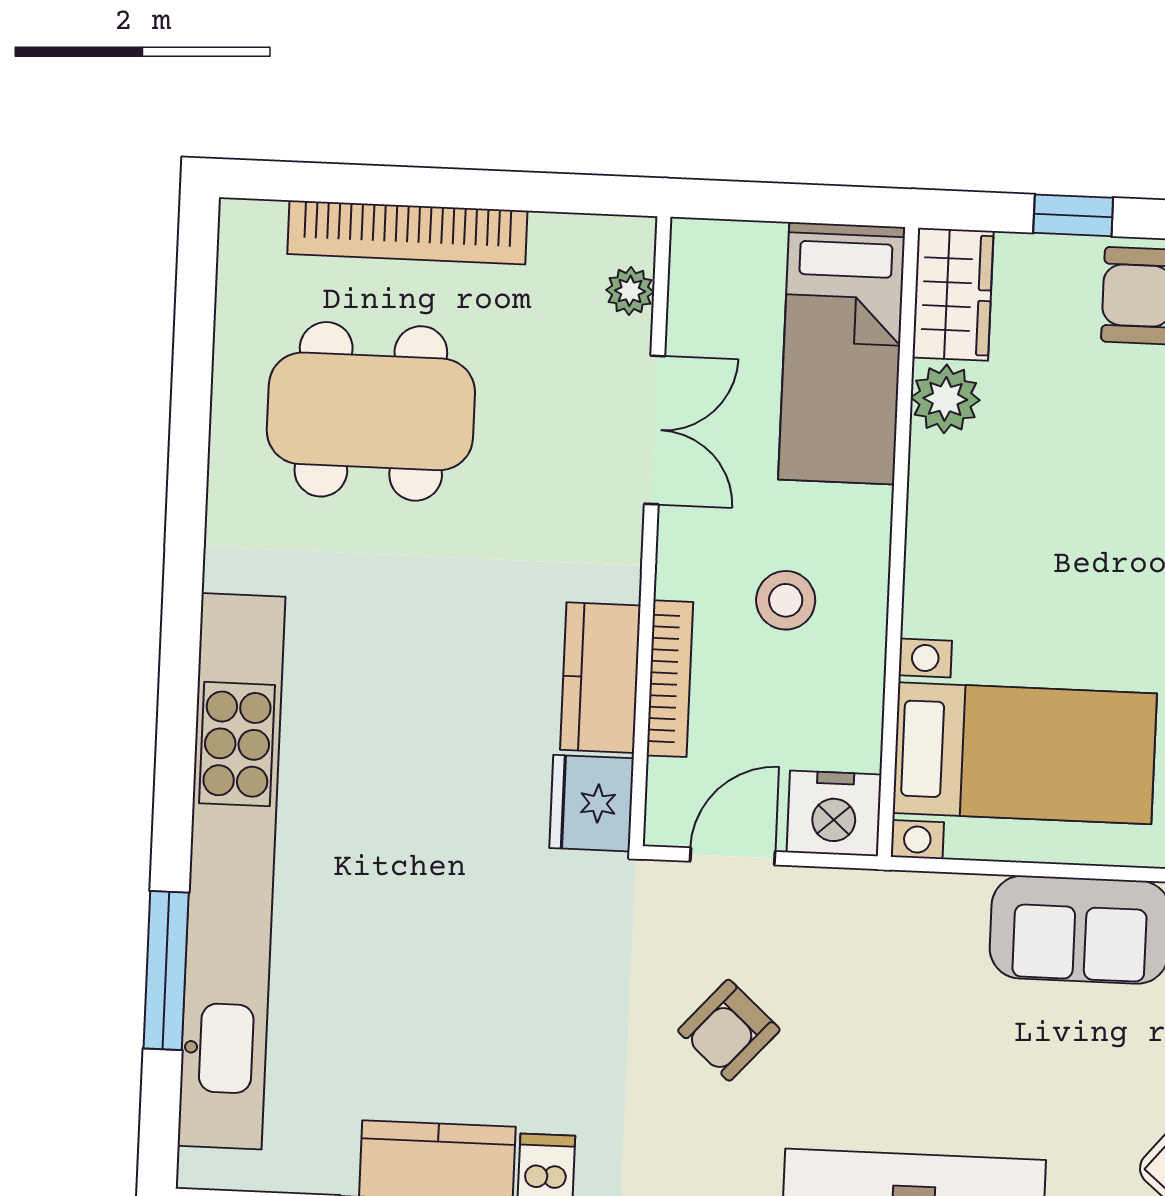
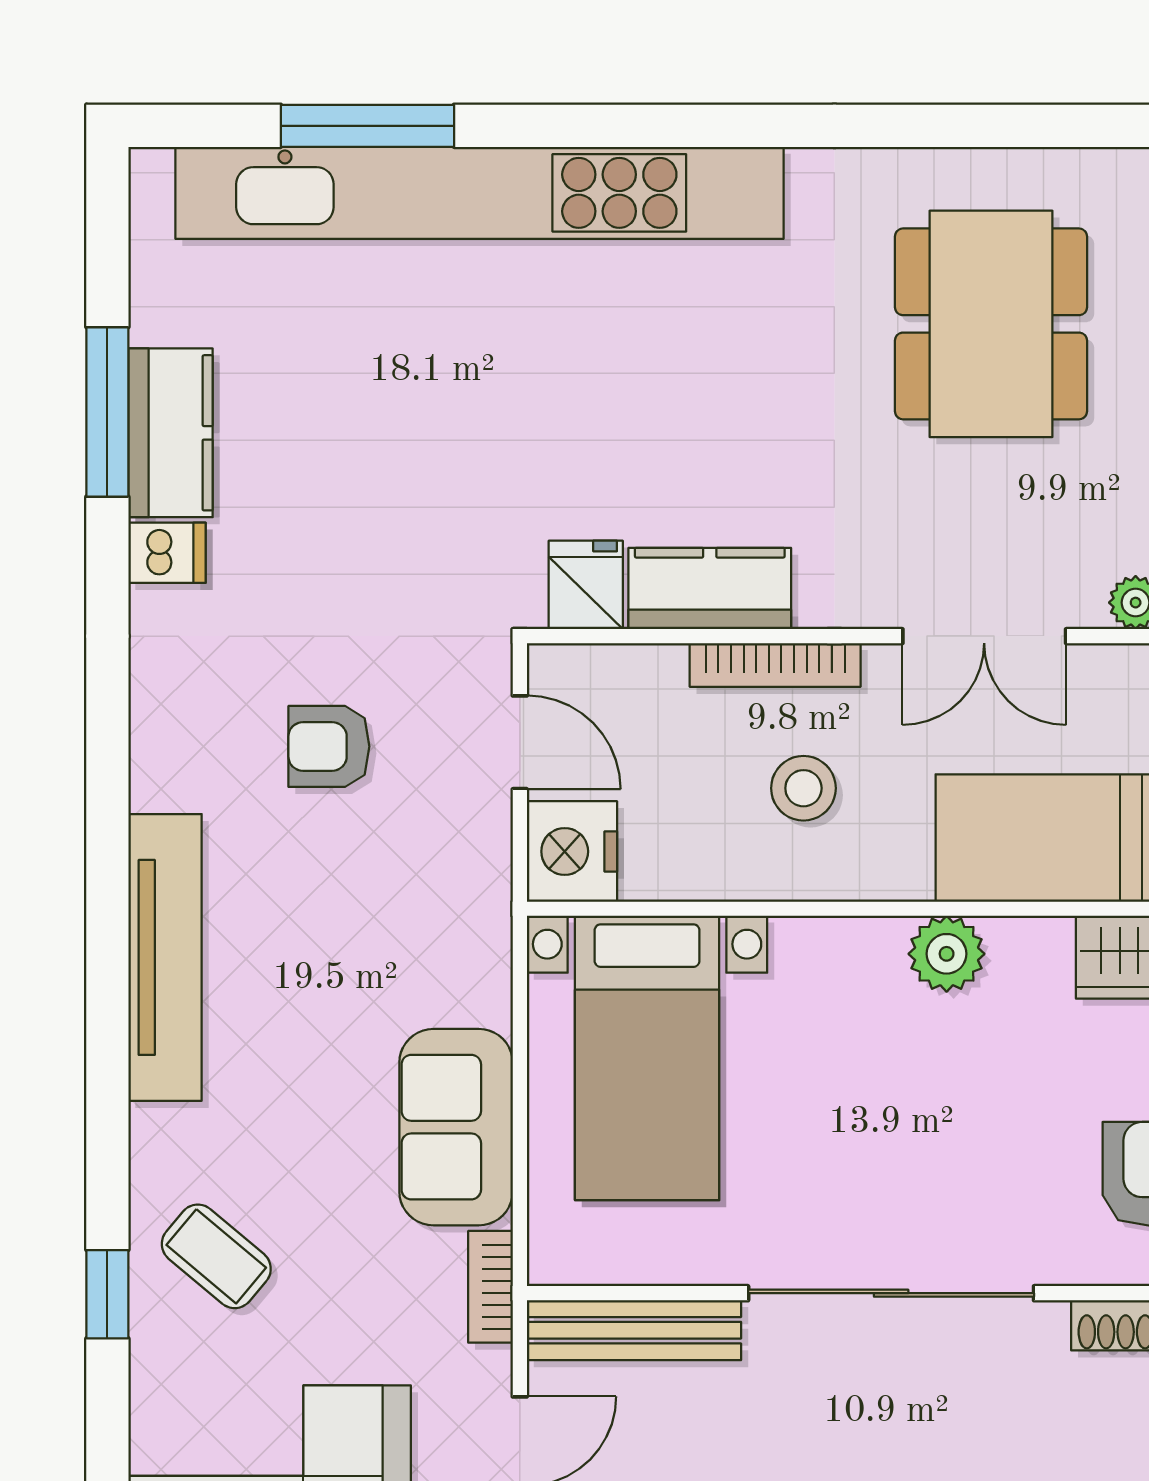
plant: (945, 399) -> (947, 954), moved
bookcase: (670, 679) -> (775, 665), moved
fridge: (592, 803) -> (586, 585), width x0.72
armchair: (729, 1030) -> (329, 746), turned -42

